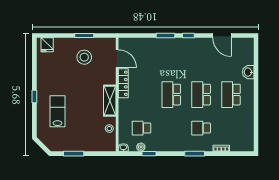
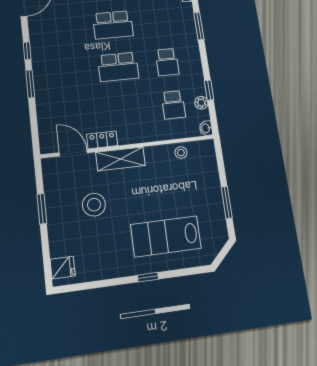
stool: (84, 57) -> (94, 205), moved
door: (117, 59) -> (73, 153), hinge flipped
locker: (123, 83) -> (102, 140), width x0.66
shelving: (110, 101) -> (120, 159), moved
lab bench: (58, 111) -> (166, 236), width x1.36, depth x1.39
school desk: (201, 128) -> (167, 62), moved

